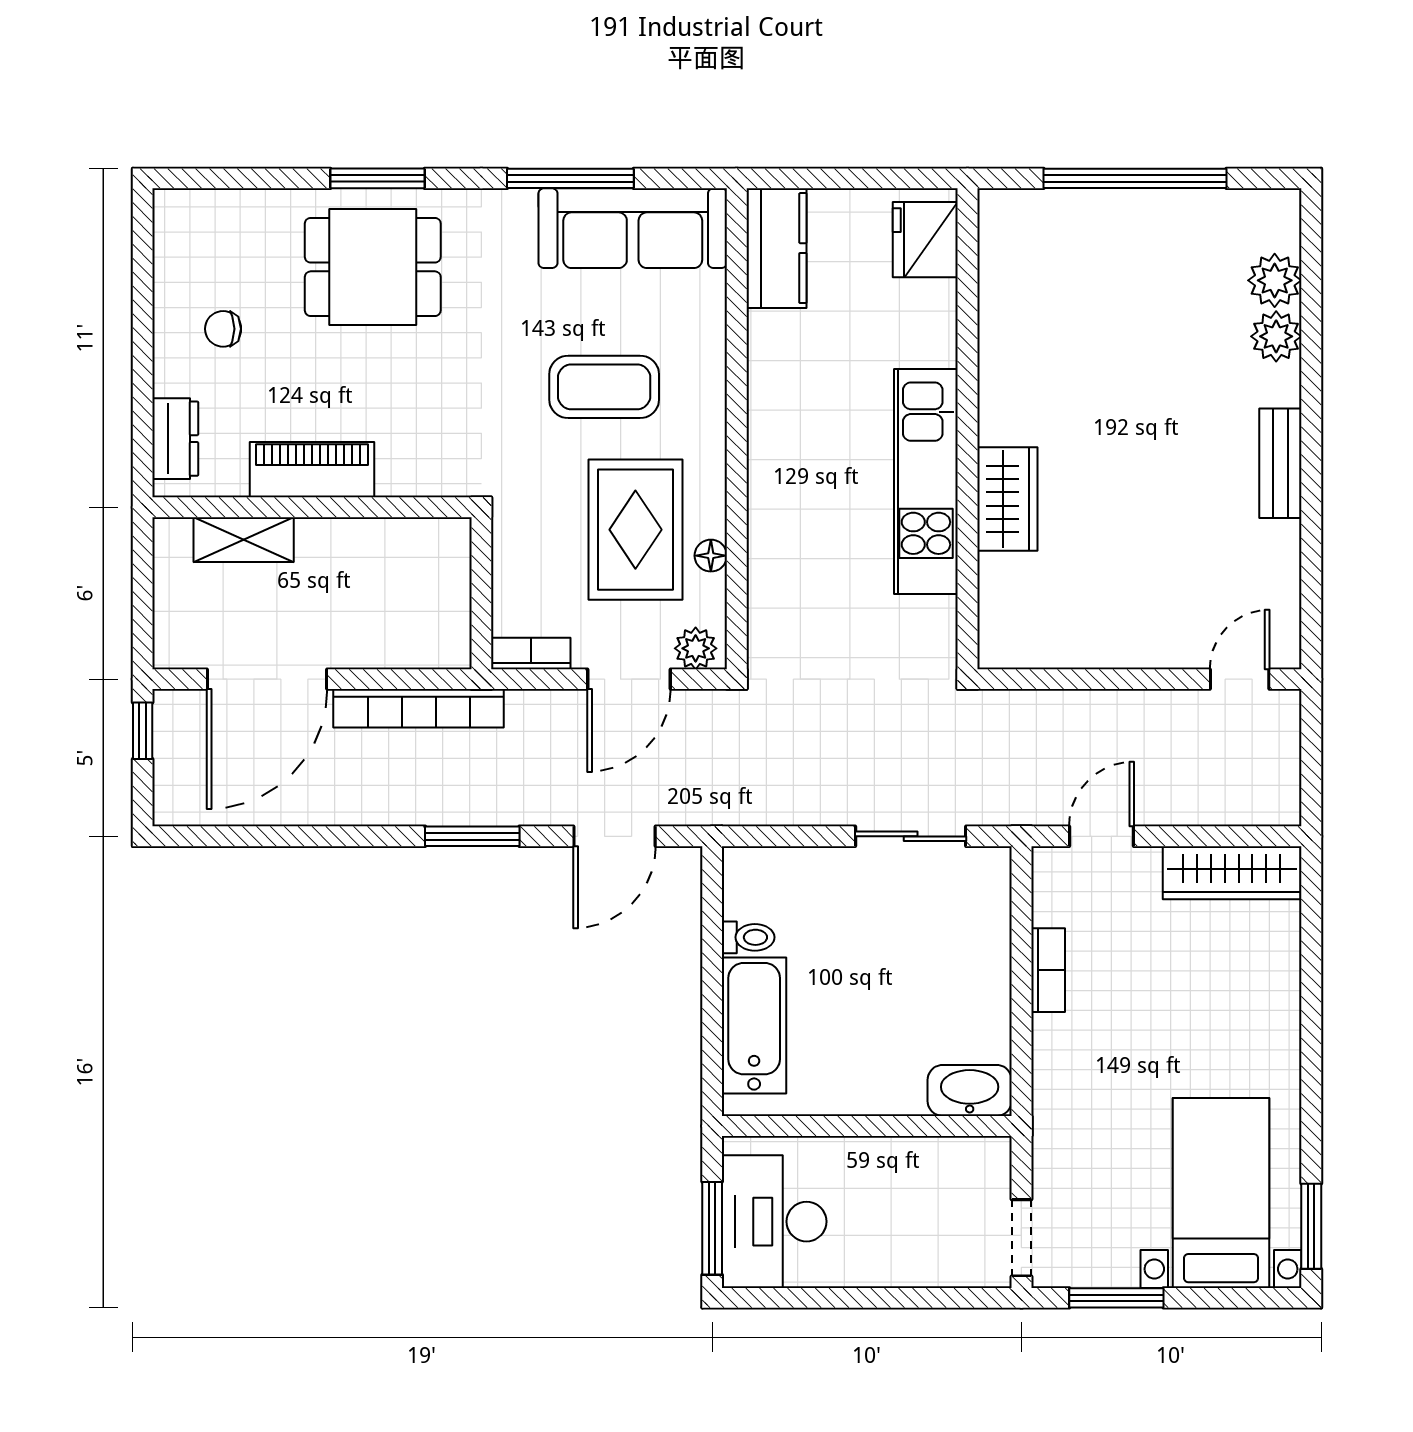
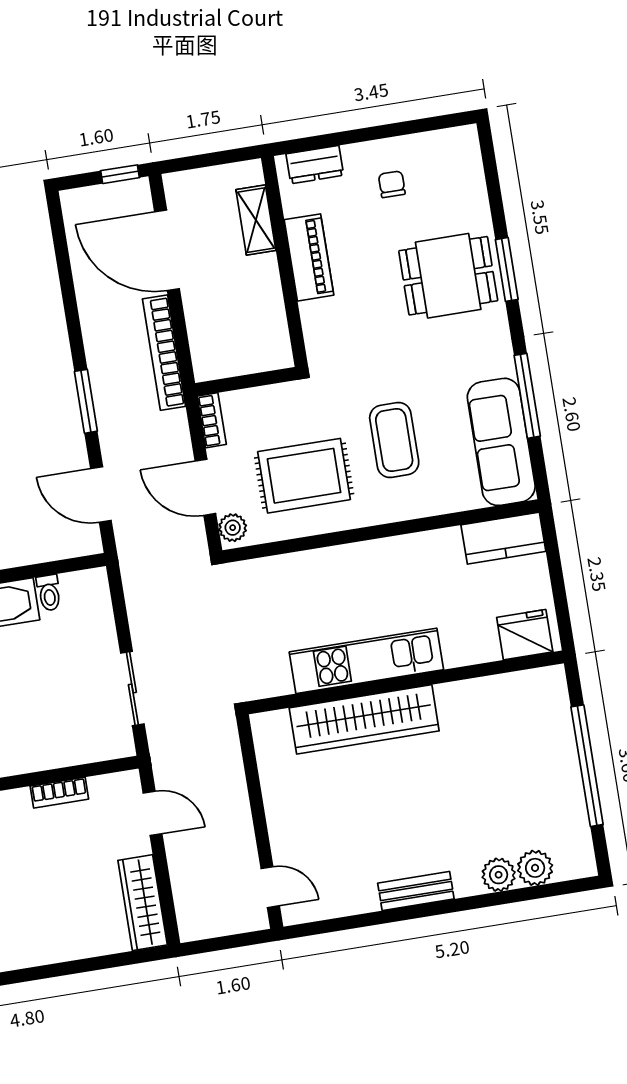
dining table: (373, 267) -> (448, 276), turned 90
wardrobe: (1007, 499) -> (364, 719), width x2.10, depth x1.17
floor lamp: (711, 556) -> (295, 528), removed

